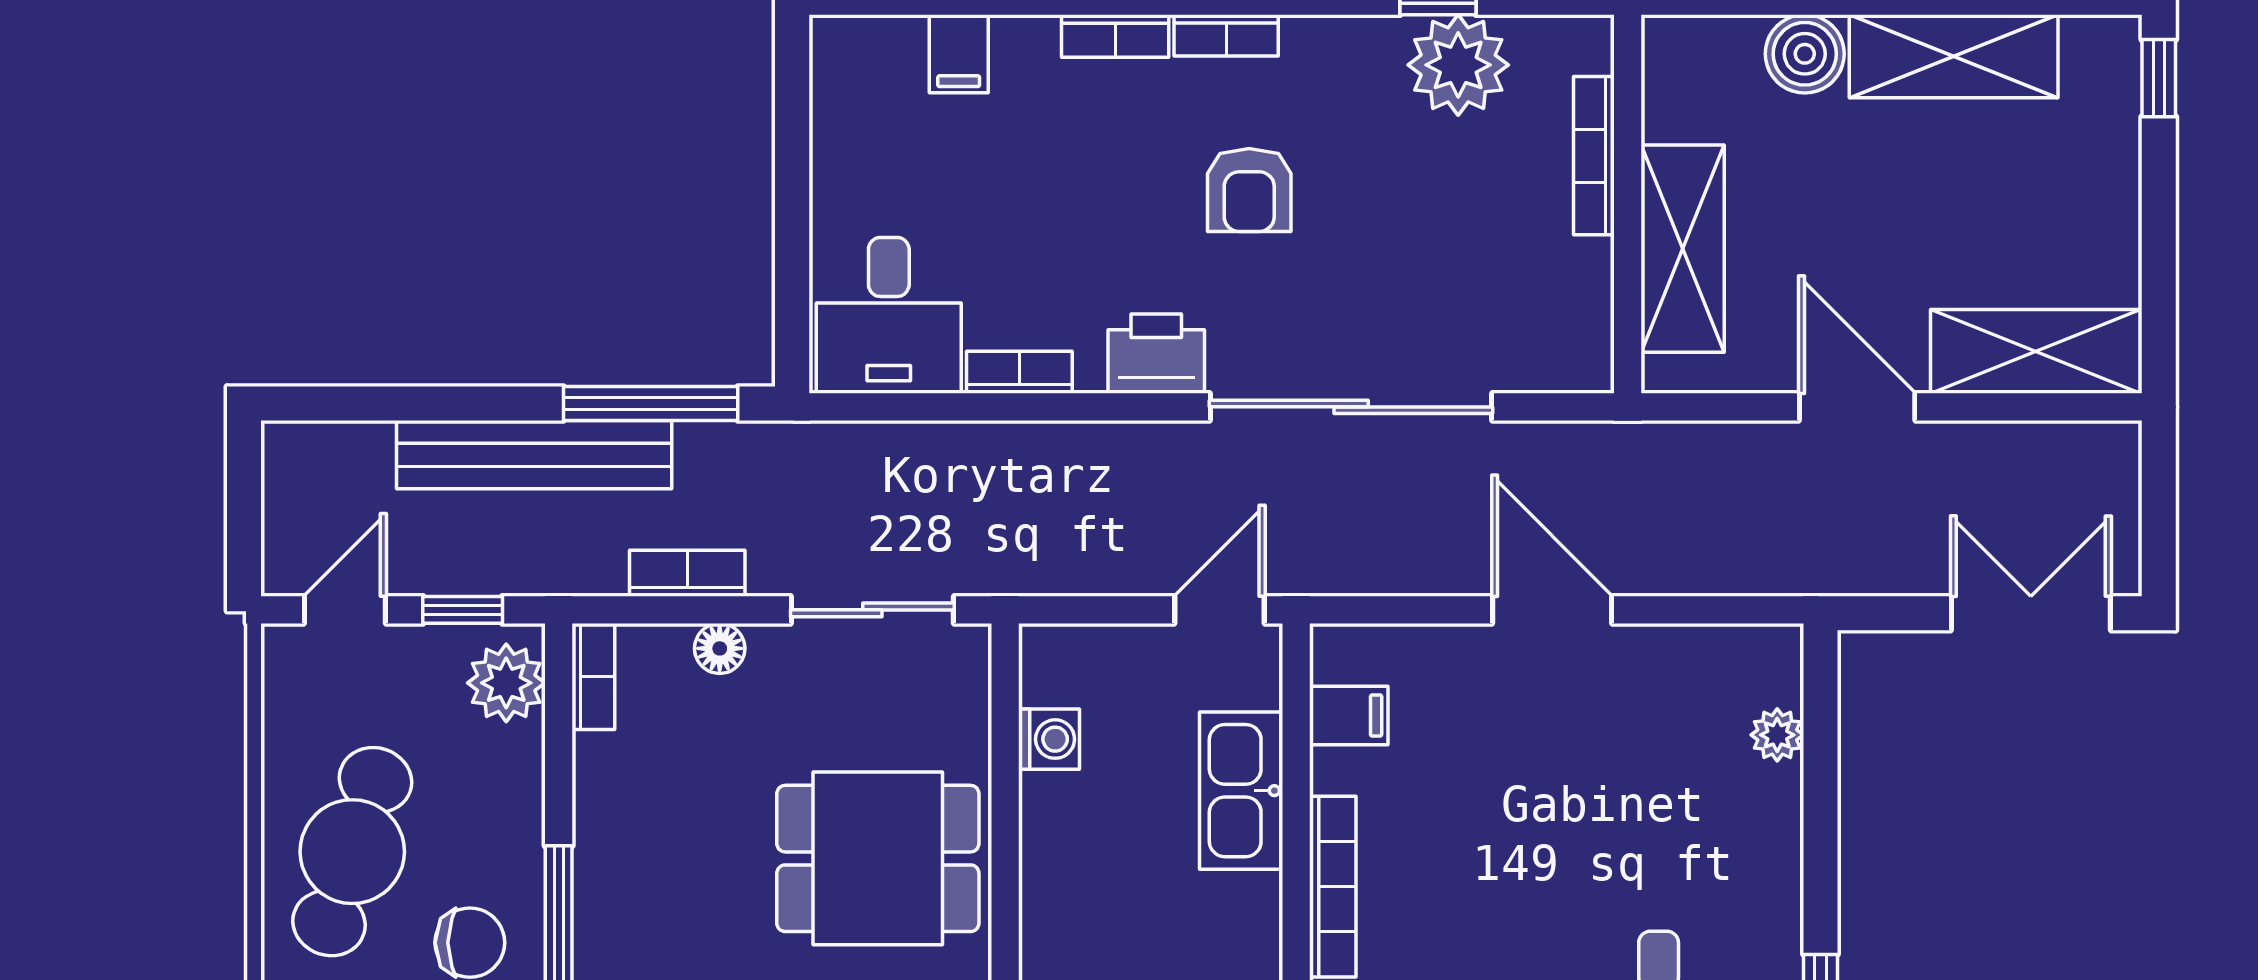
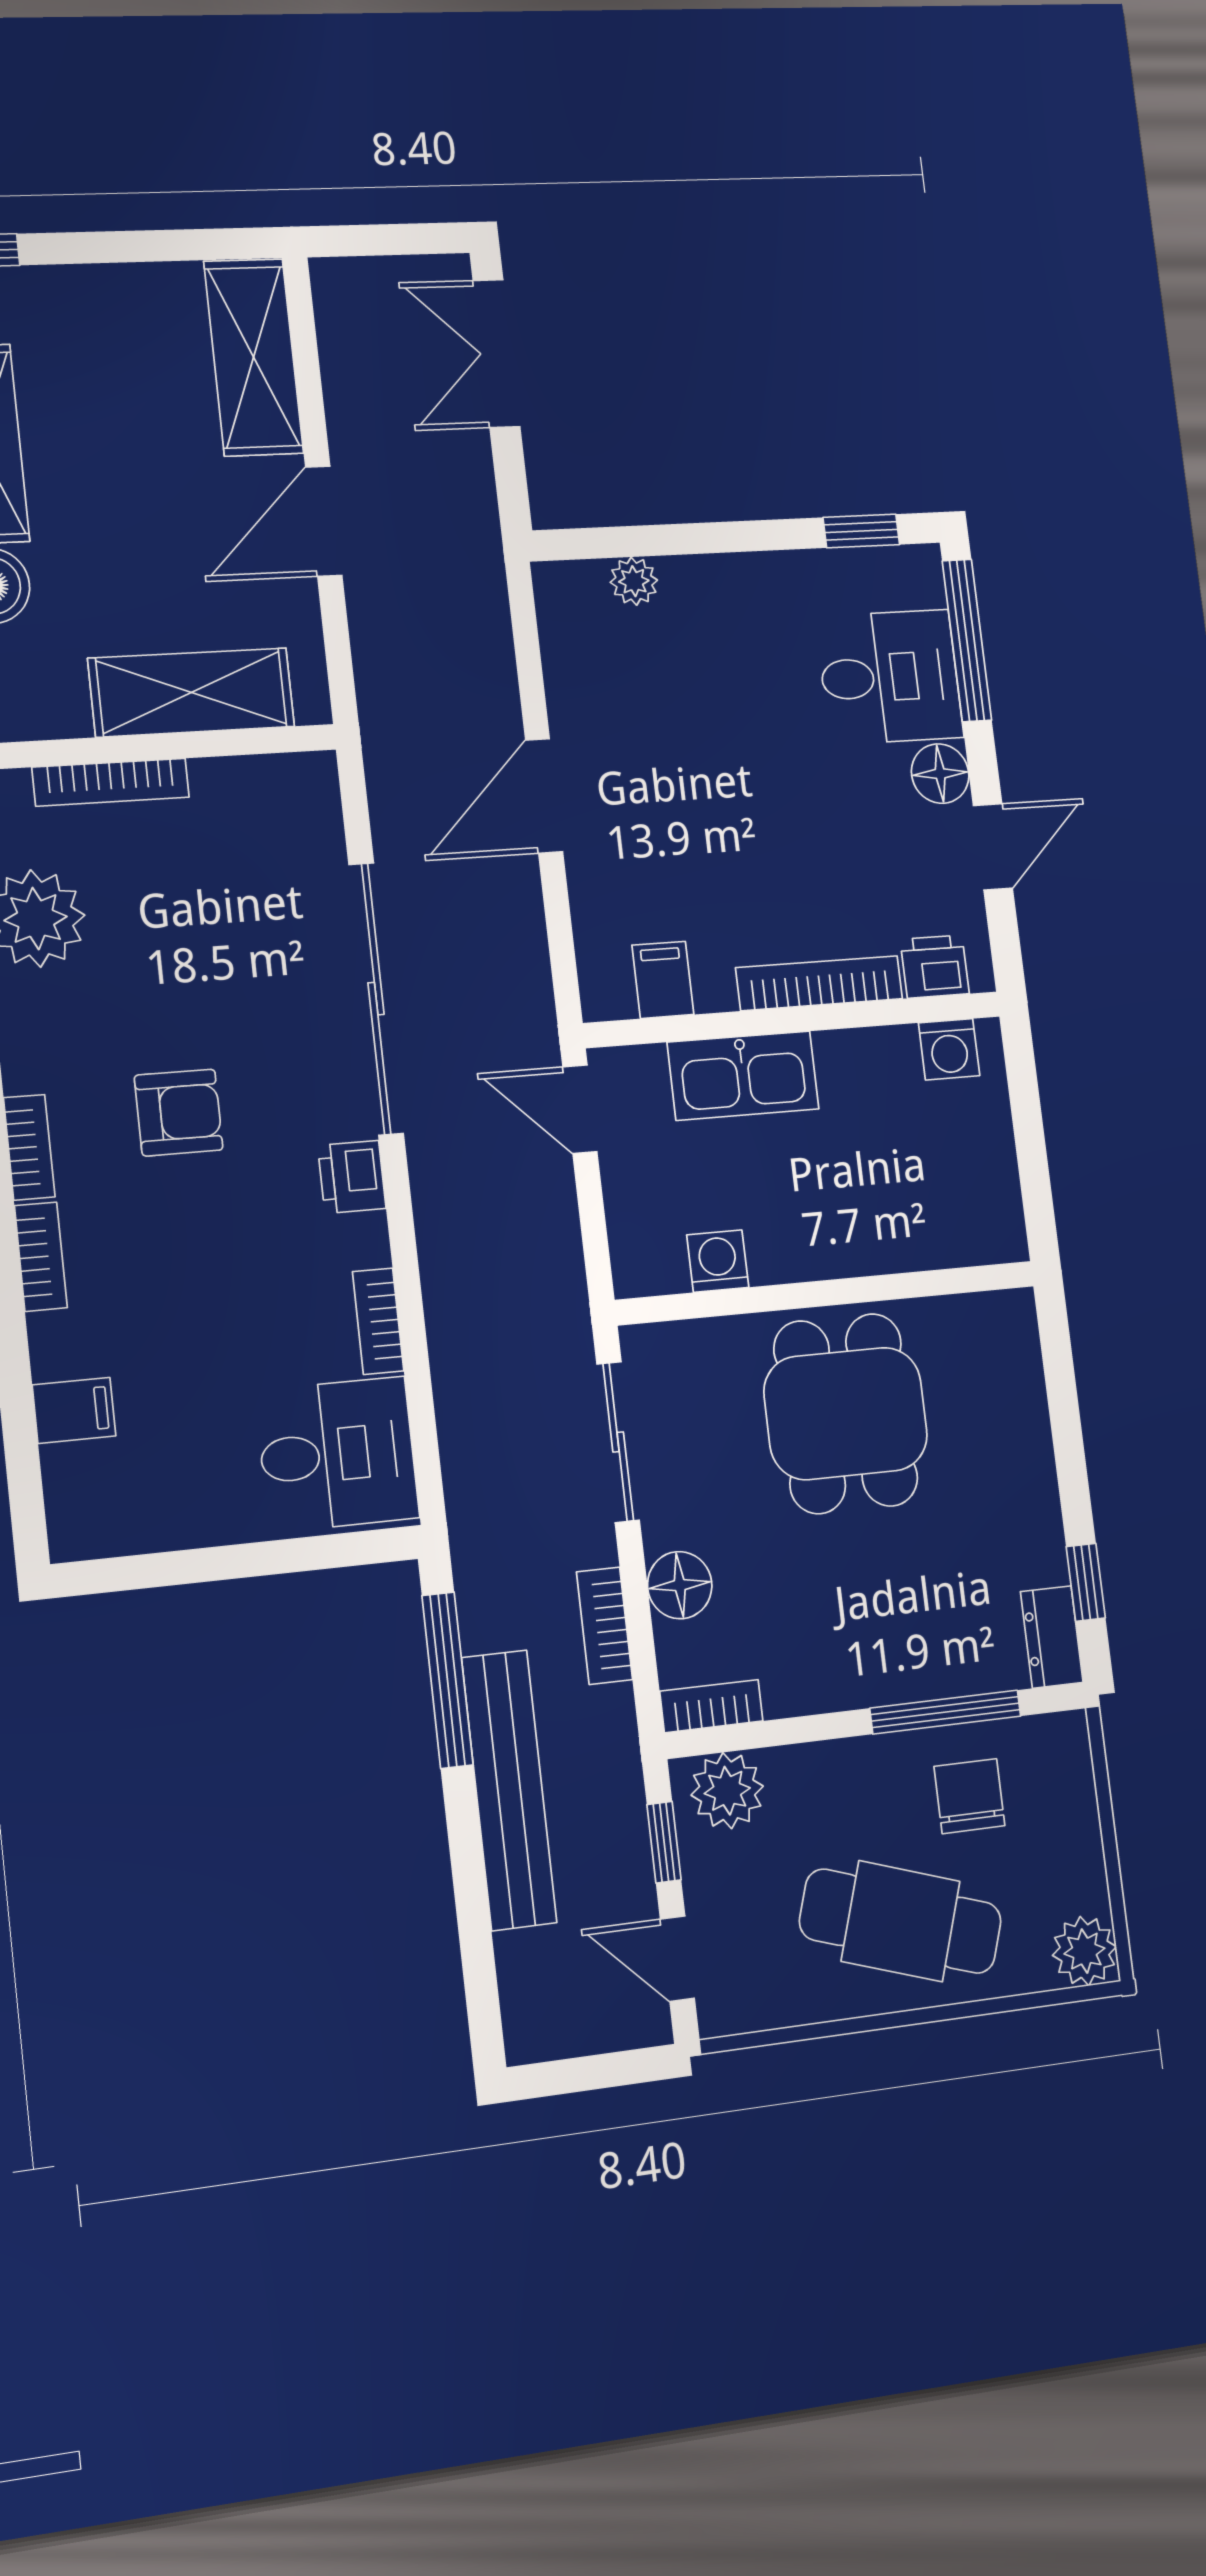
printer: (1156, 354) -> (352, 1177), width x0.73, depth x0.81
floor lamp: (720, 648) -> (680, 1585), width x1.37, depth x1.37

